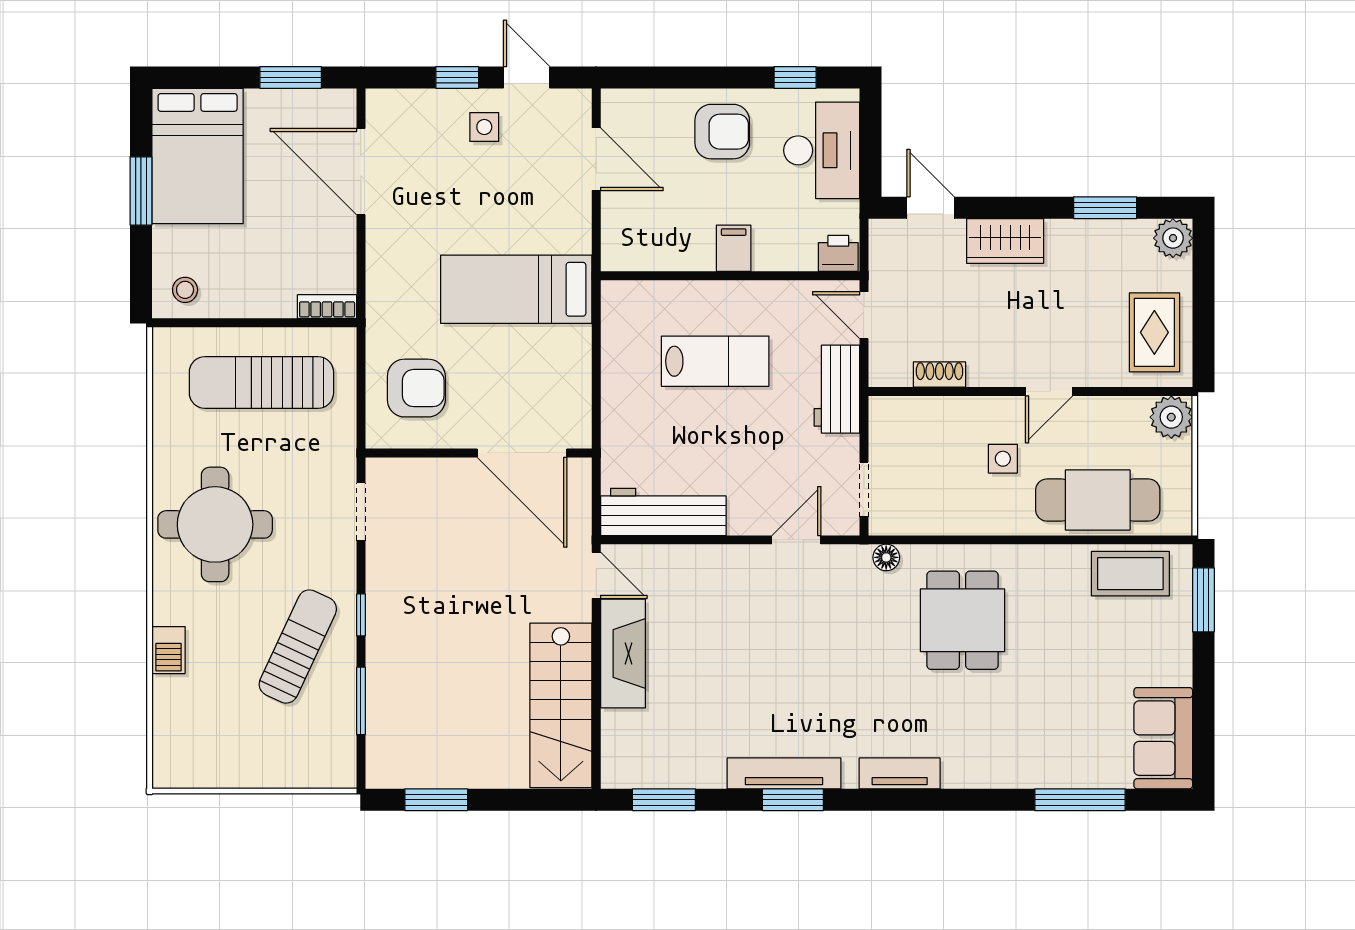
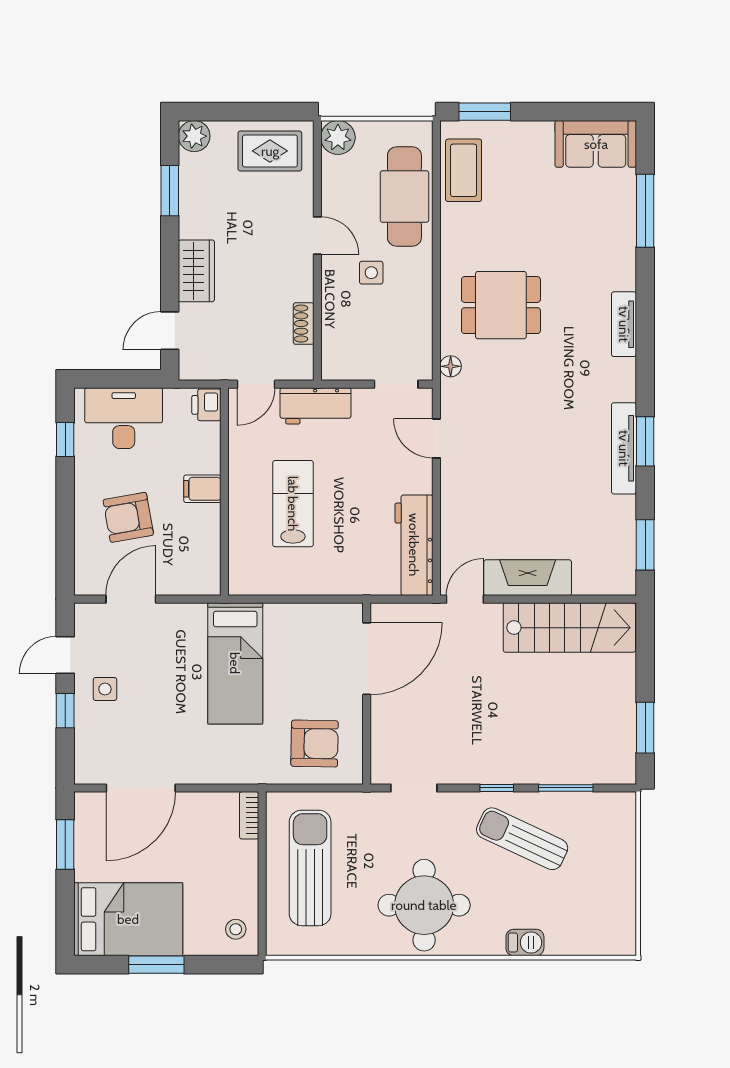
armchair: (722, 132) -> (128, 517), moved, turned -100
sun lounger: (261, 383) -> (310, 868), turned 180
armchair: (416, 388) -> (315, 744), turned 91
tv unit: (900, 773) -> (624, 324), moved

